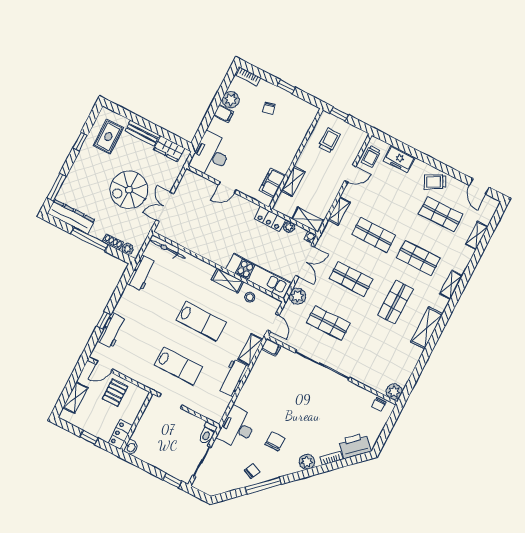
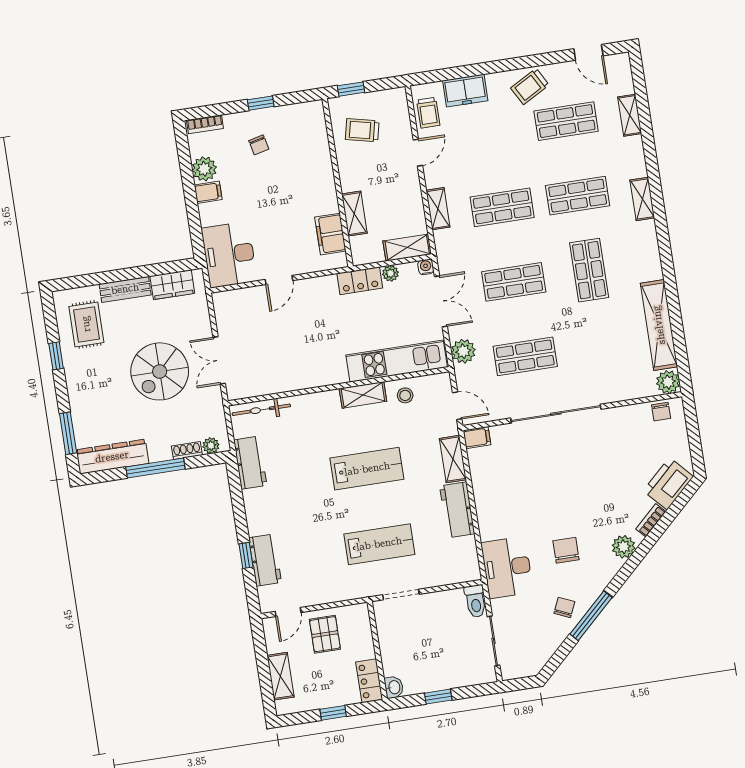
trolley: (329, 140) -> (362, 130), turned -77
shelving: (427, 328) -> (659, 325), moved, width x1.47
window: (172, 480) -> (438, 697), moved

